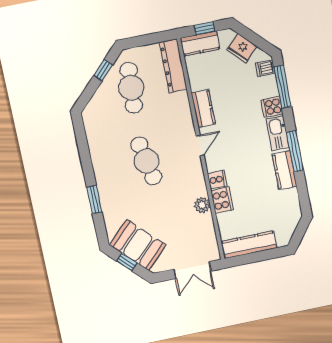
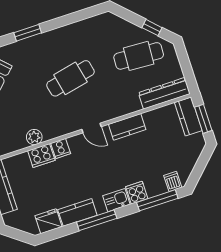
window: (204, 28) -> (203, 119), width x1.50
fridge: (242, 48) -> (48, 221), moved, turned 45
kitchen sink: (278, 133) -> (116, 200), width x0.73

